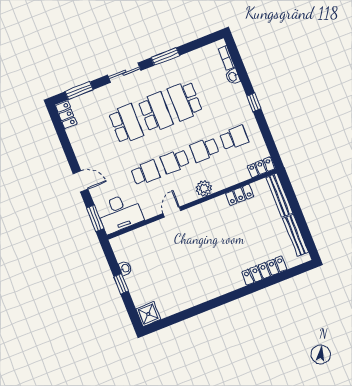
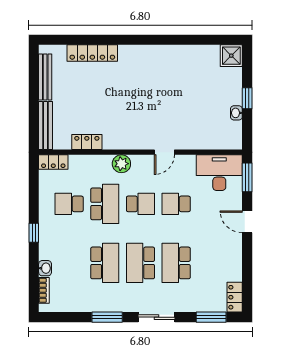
school desk: (204, 150) -> (105, 204), width x1.85

